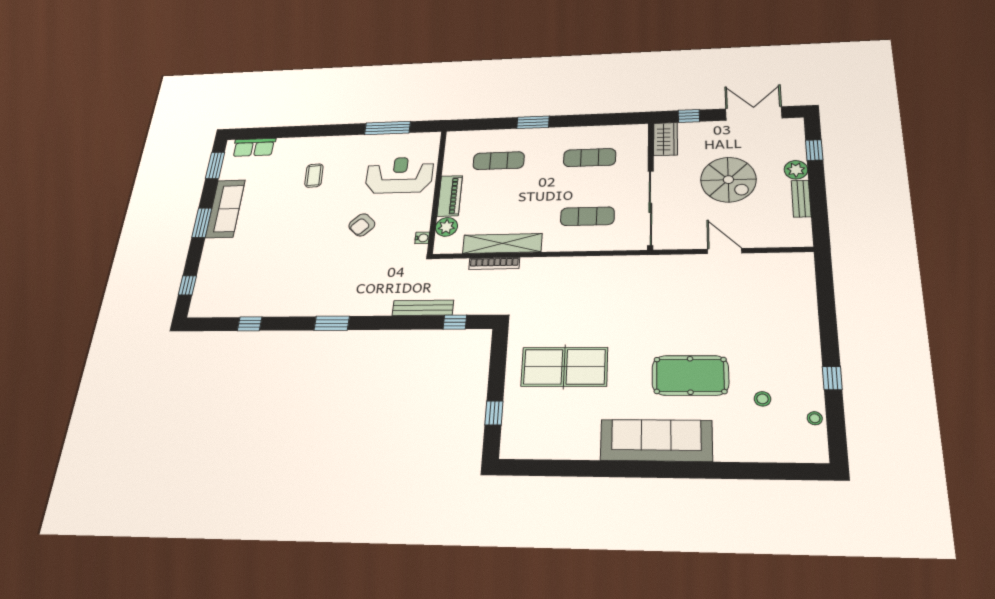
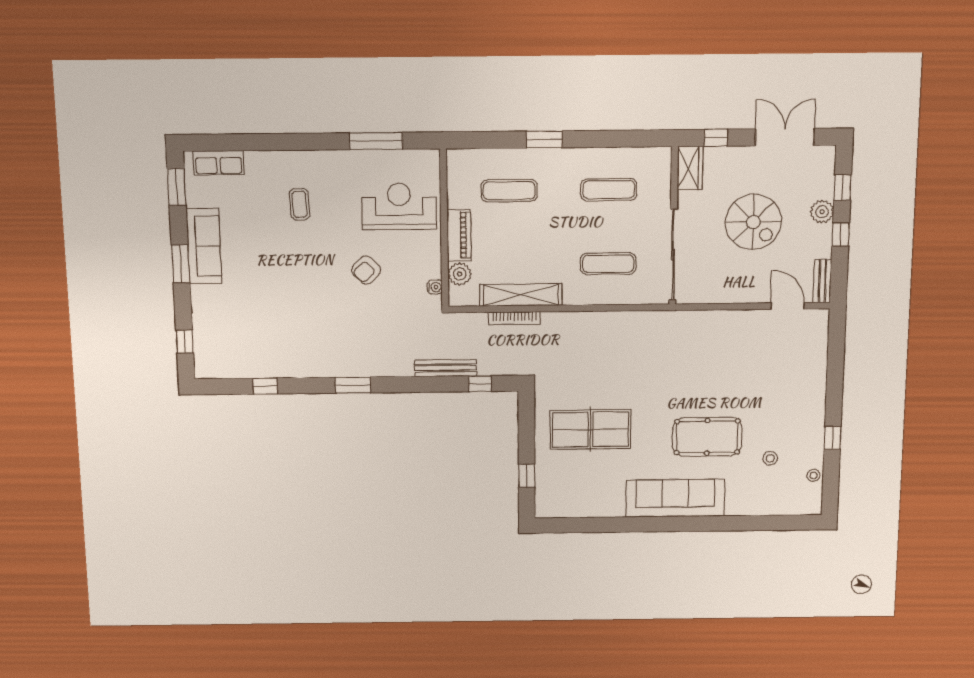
window: (817, 188) -> (841, 235), added
bench: (801, 199) -> (822, 281), moved
door: (725, 251) -> (788, 306), moved

